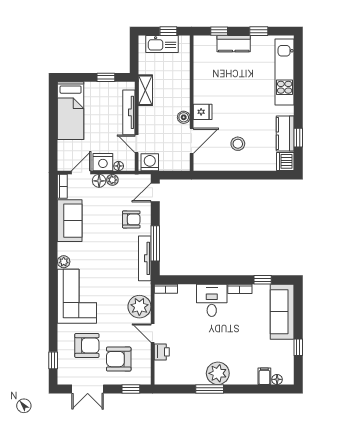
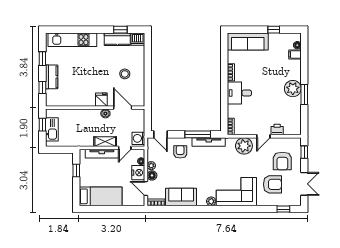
shelving: (145, 90) -> (105, 142), moved
window: (263, 280) -> (224, 56), removed
armchair: (87, 346) -> (272, 184), turned 90

